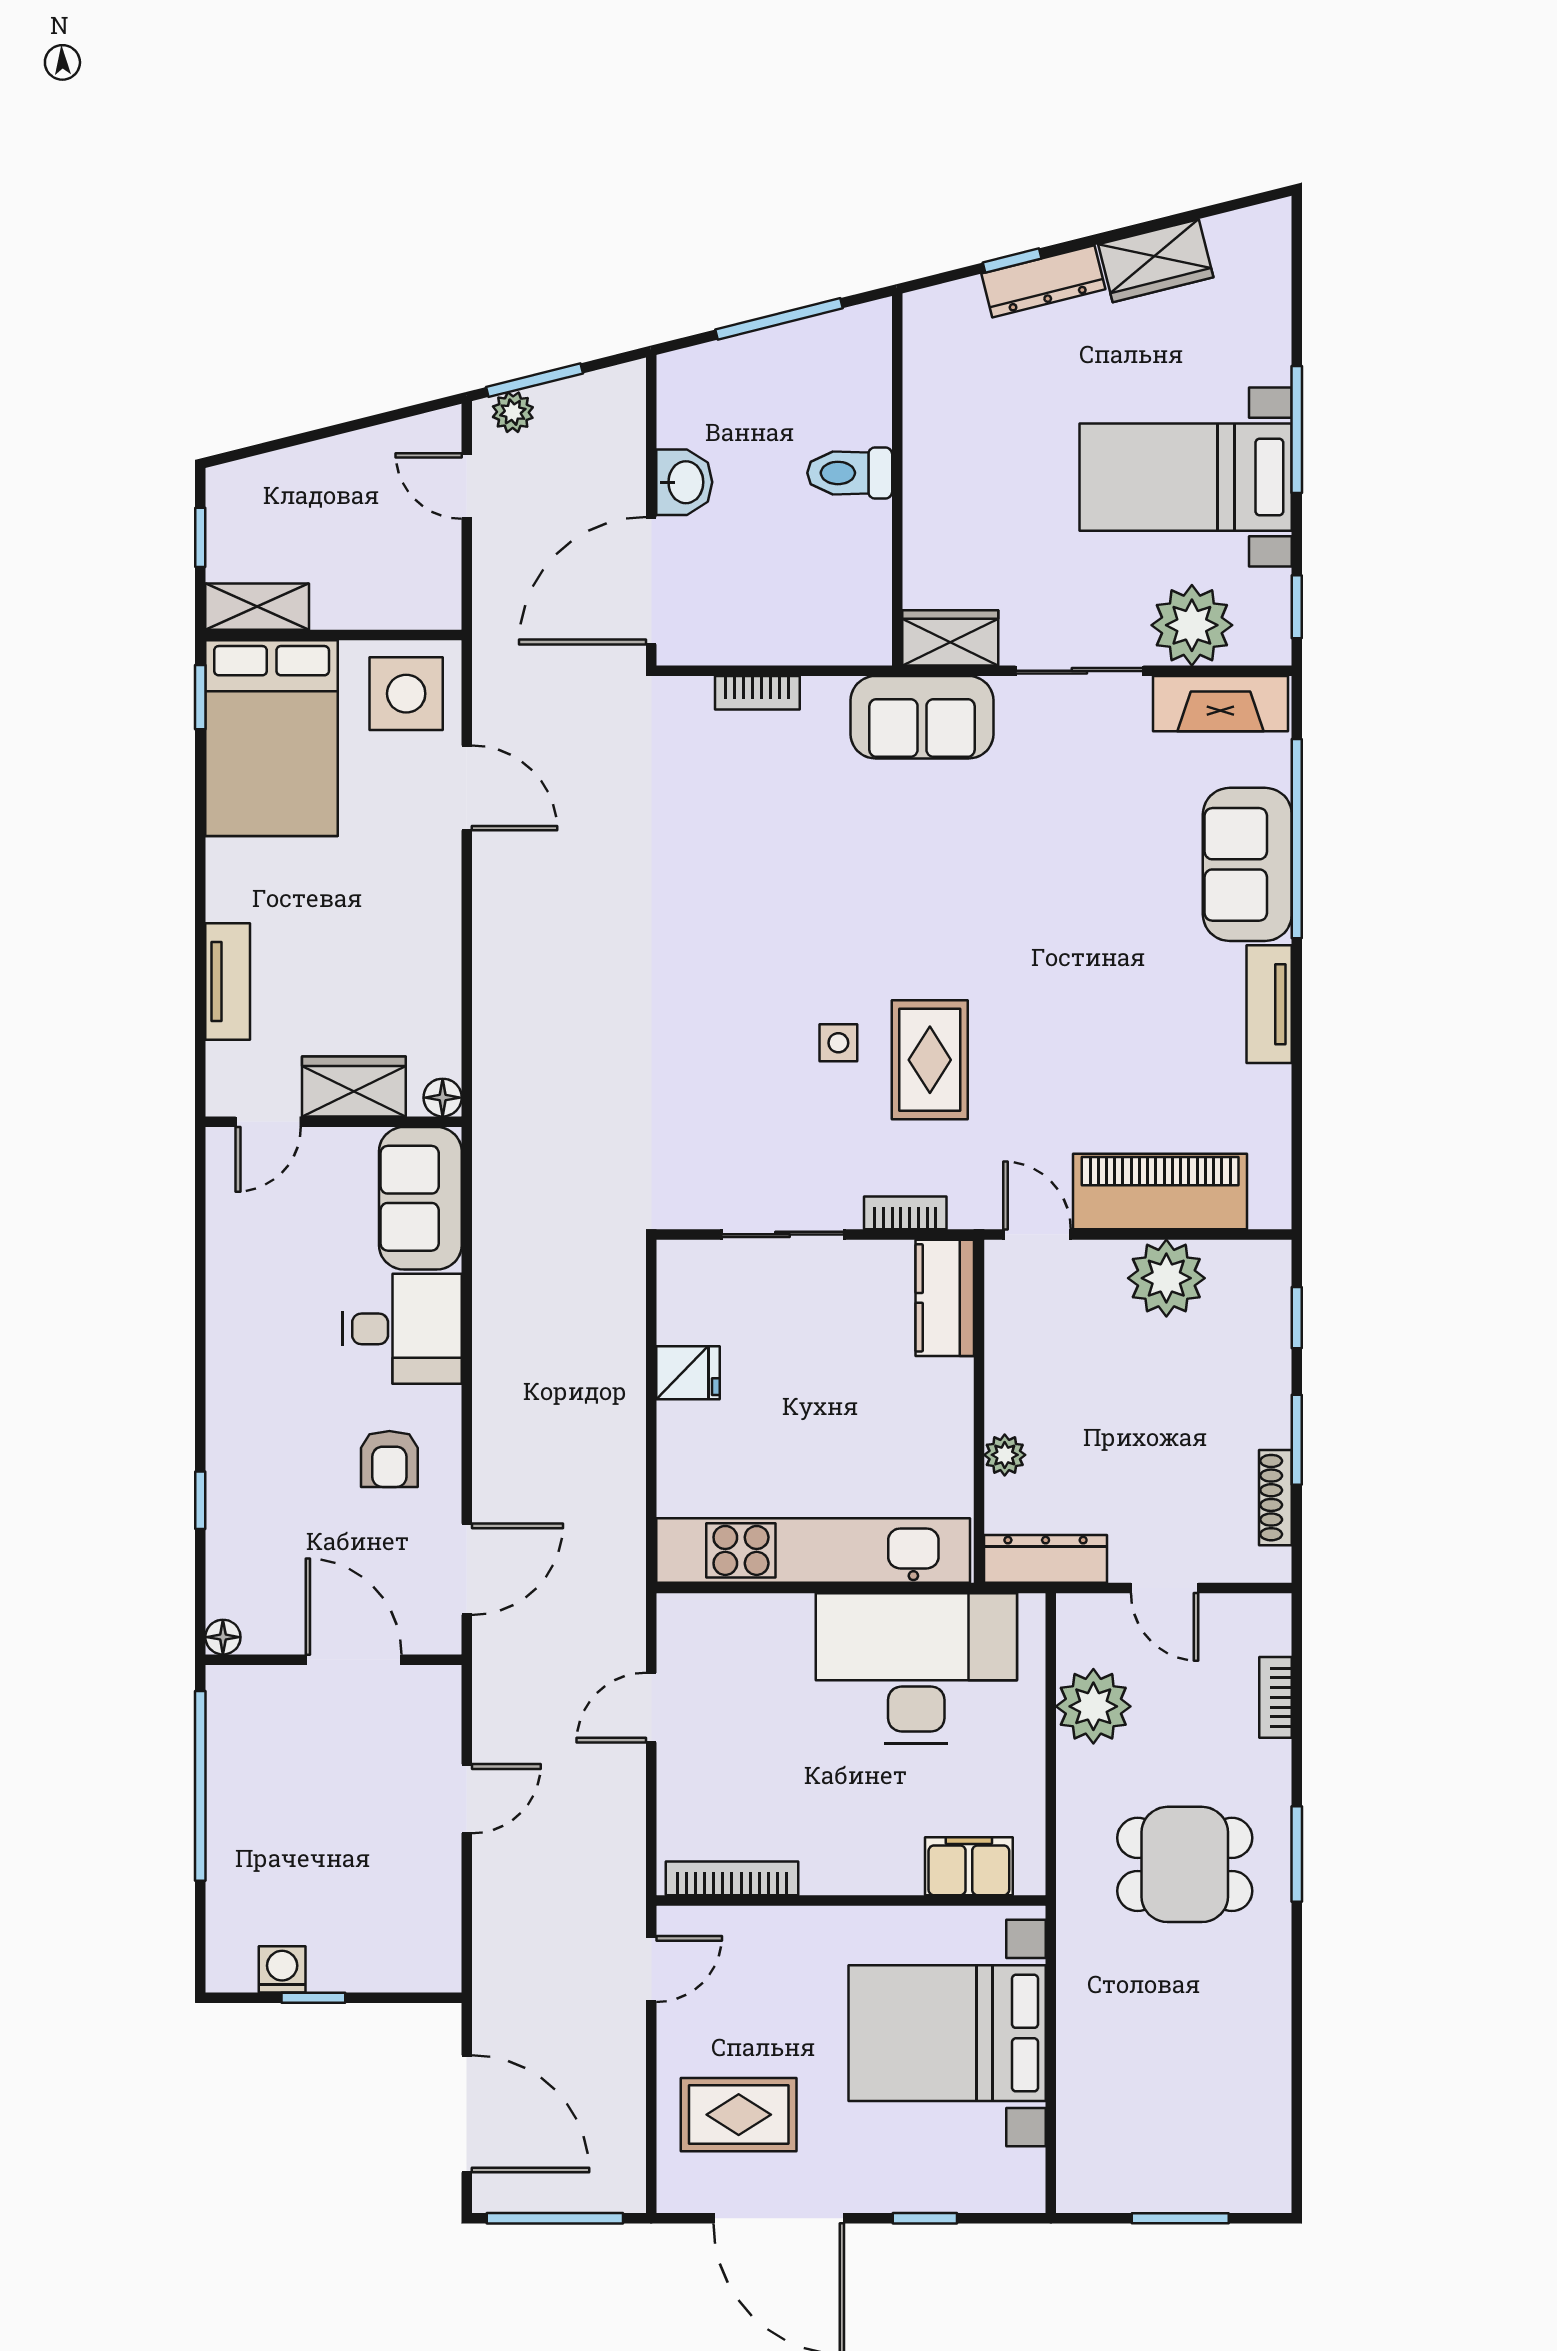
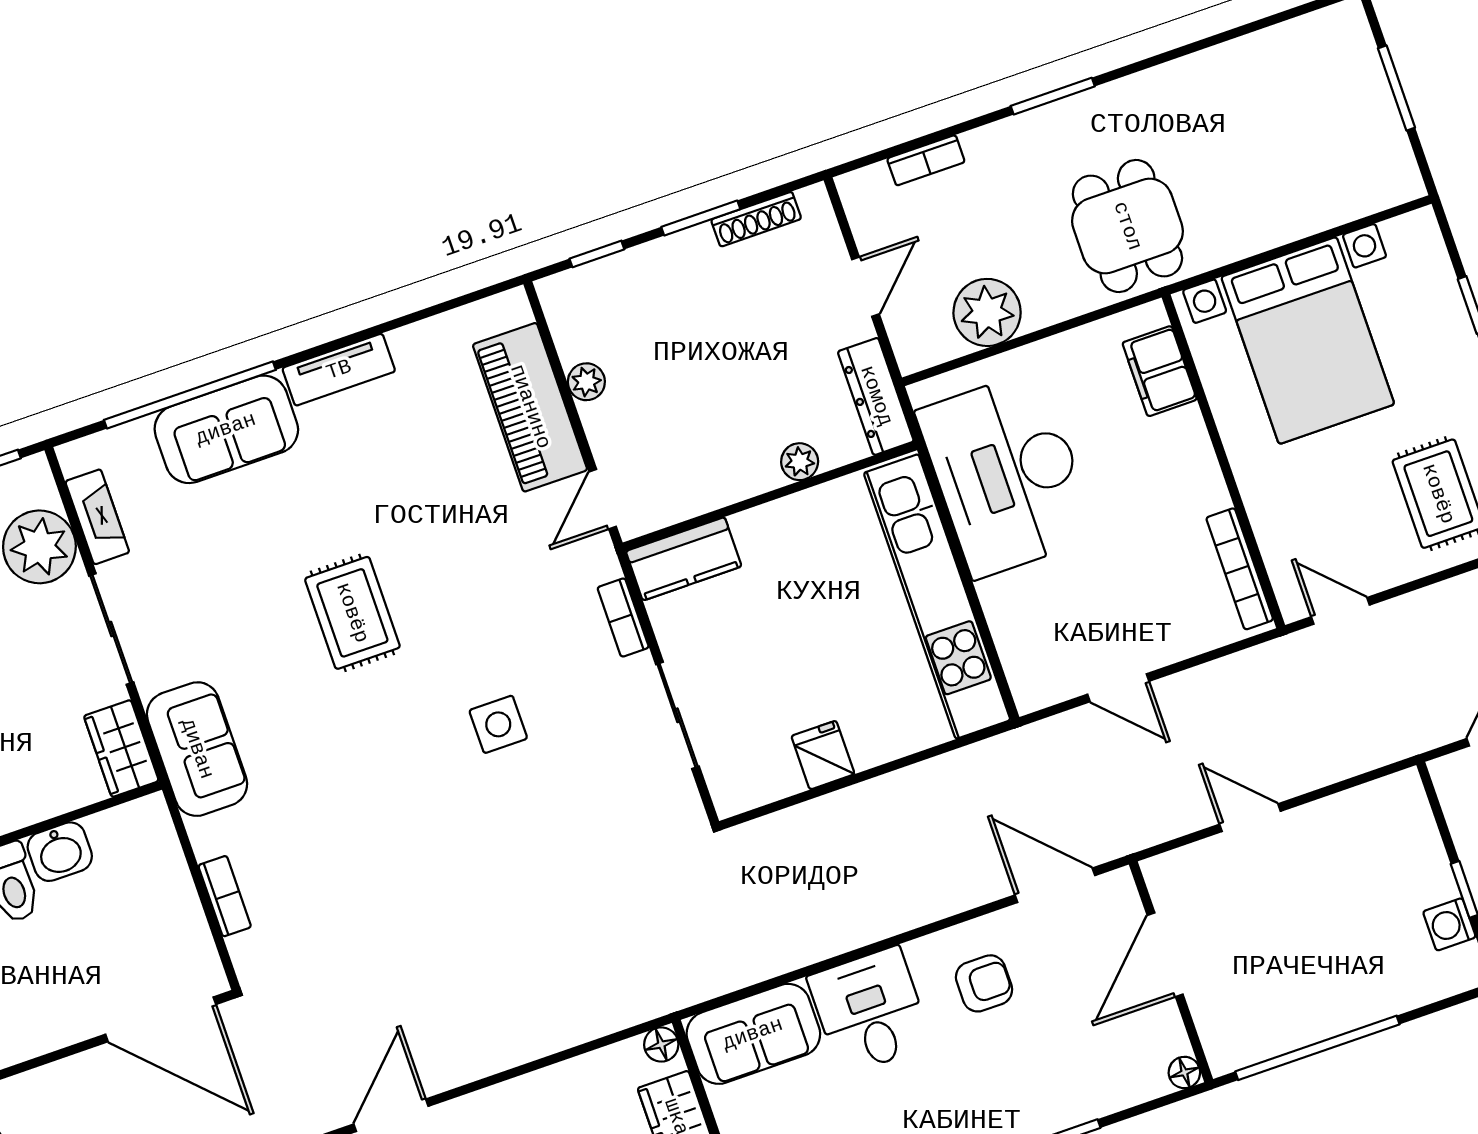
washbasin: (684, 482) -> (60, 852), moved, turned 180
fireplace: (1220, 704) -> (97, 517), width x0.73, depth x0.76
side table: (838, 1043) -> (498, 724), width x1.37, depth x1.37
rug: (930, 1060) -> (352, 613), moved, turned 90
plant: (1166, 1278) -> (586, 382), width x0.53, depth x0.53
dining table: (1185, 1864) -> (1127, 226), moved

